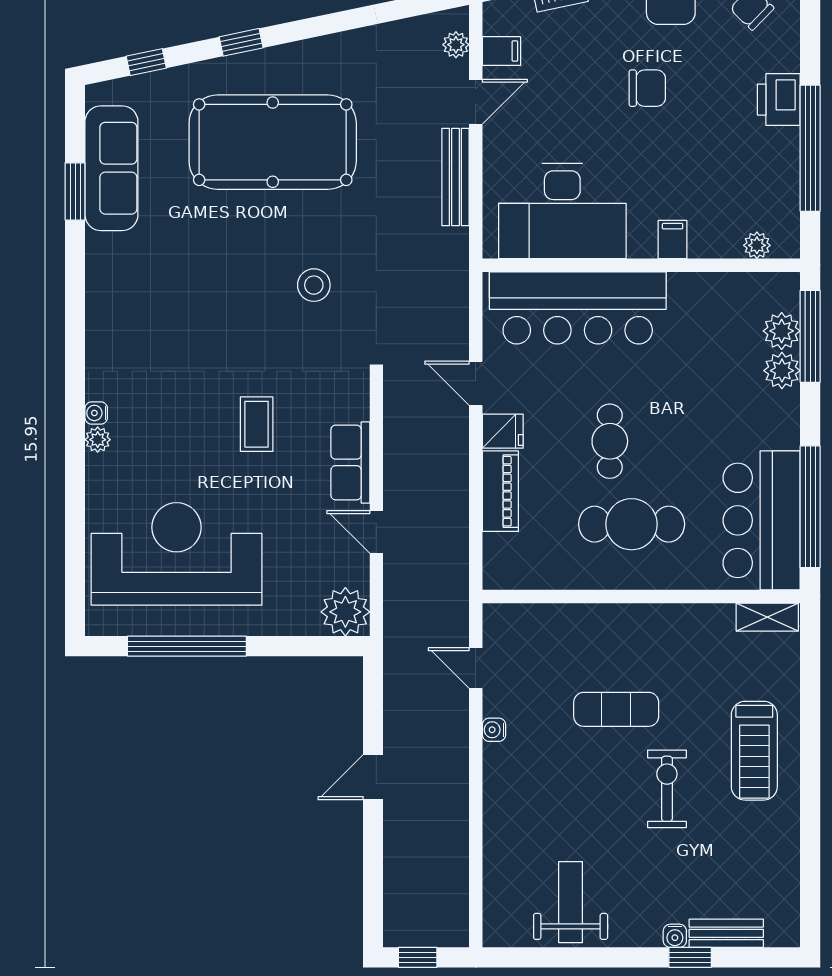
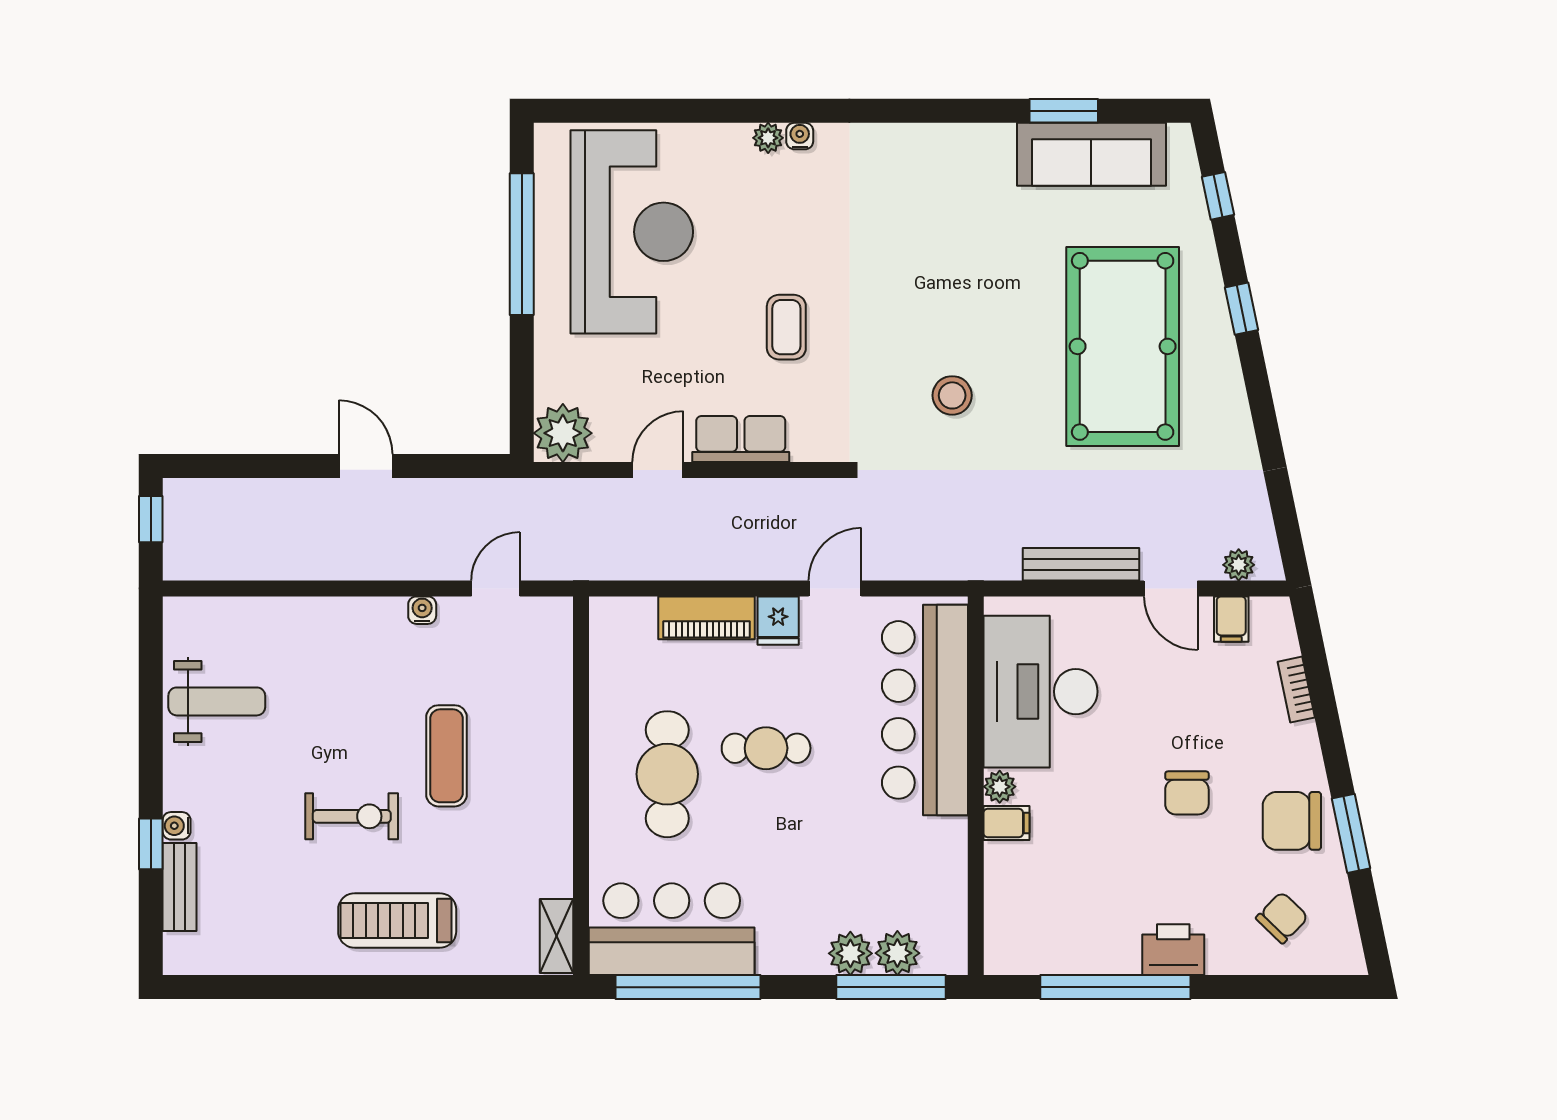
plant: (757, 245) -> (1000, 787), moved
coffee table: (257, 424) -> (786, 327), turned 90

